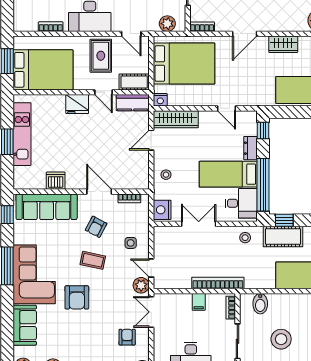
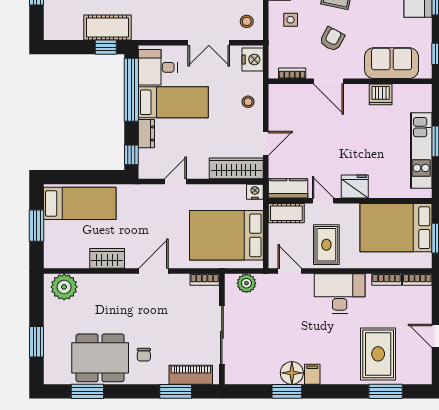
bookcase: (25, 27) -> (417, 280), added
door: (226, 108) -> (175, 181), hinge flipped
sofa: (47, 207) -> (392, 63), width x0.73
stool: (245, 238) -> (247, 21), moved

